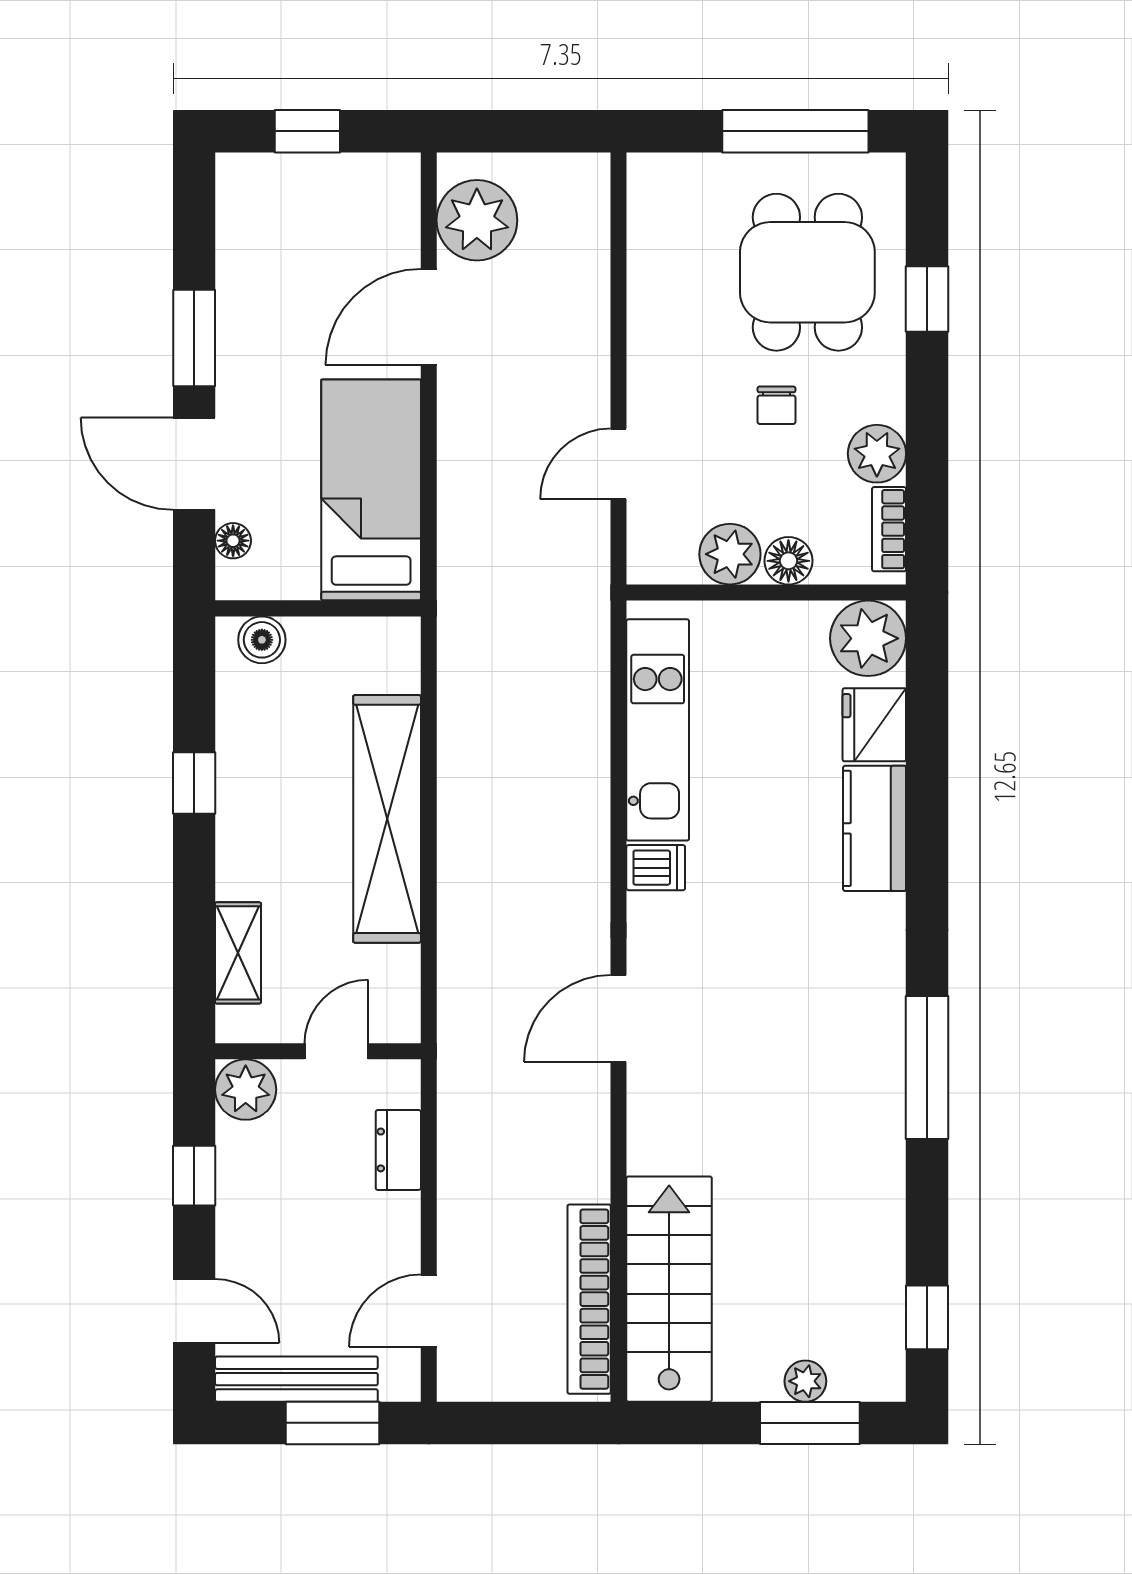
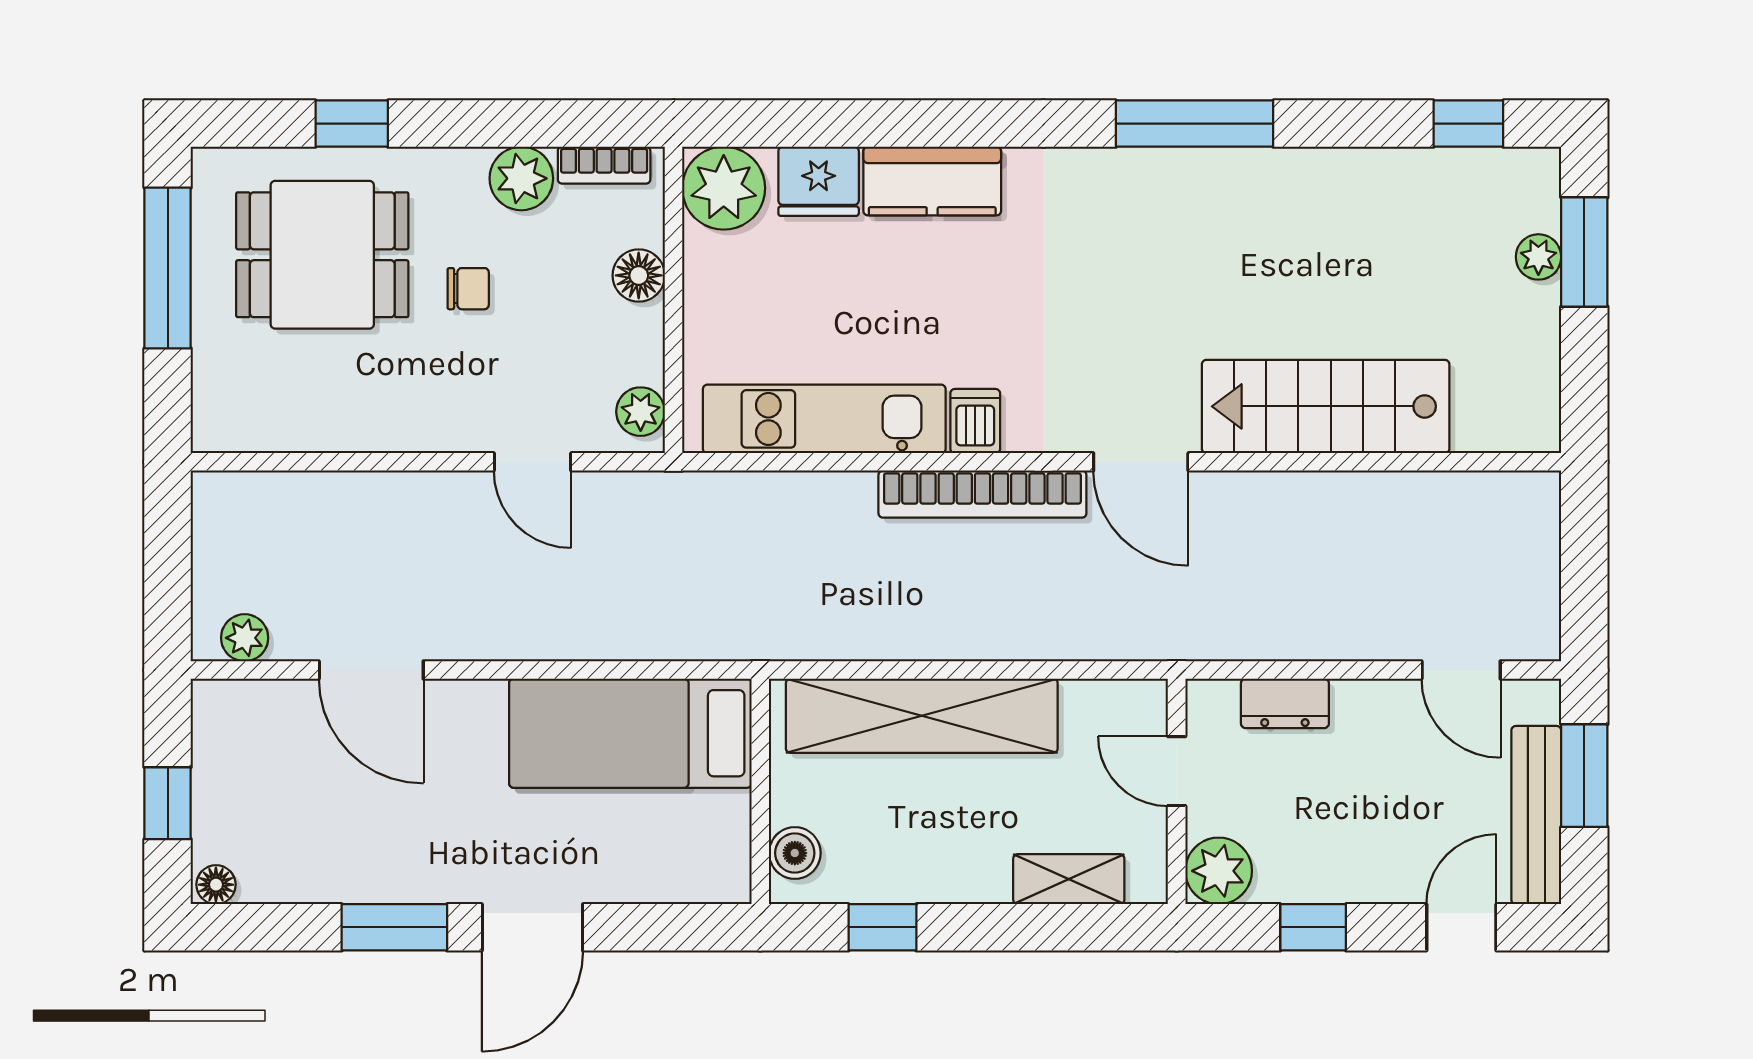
plant: (477, 220) -> (245, 638), width x0.53, depth x0.53
bed: (371, 490) -> (630, 733), moved
floor lamp: (233, 541) -> (216, 885), moved
plant: (730, 554) -> (641, 412), moved, width x0.73, depth x0.73
wall: (318, 608) -> (760, 791), moved
boiler: (262, 640) -> (795, 853), moved
stairs: (669, 1289) -> (1326, 406), moved
bookcase: (589, 1299) -> (982, 494), moved

